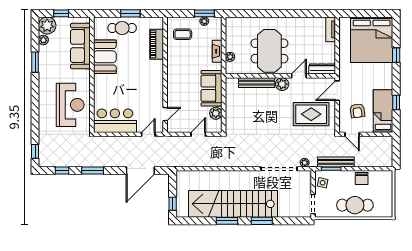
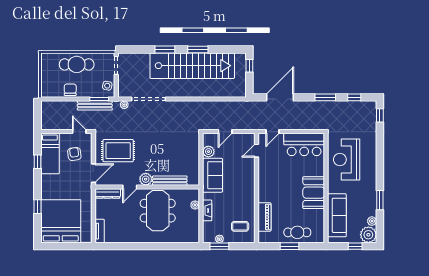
booth: (105, 57) -> (314, 193), moved

